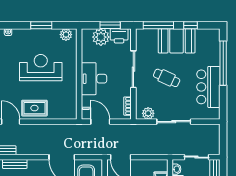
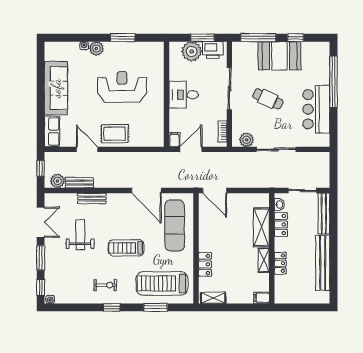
plant: (66, 35) -> (96, 49), moved
desk: (94, 79) -> (184, 95), width x0.73
door: (100, 122) -> (191, 149), hinge flipped

